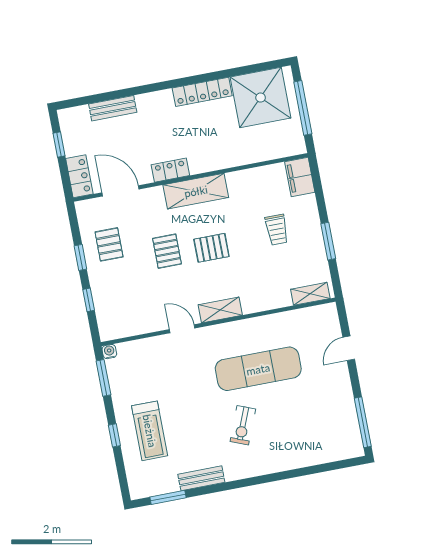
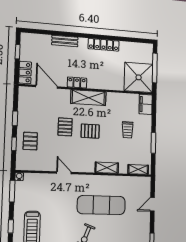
shower: (261, 98) -> (139, 77), moved
bench: (113, 108) -> (65, 41), moved
pallet: (109, 244) -> (30, 141), moved
shelving: (220, 310) -> (107, 168), moved

